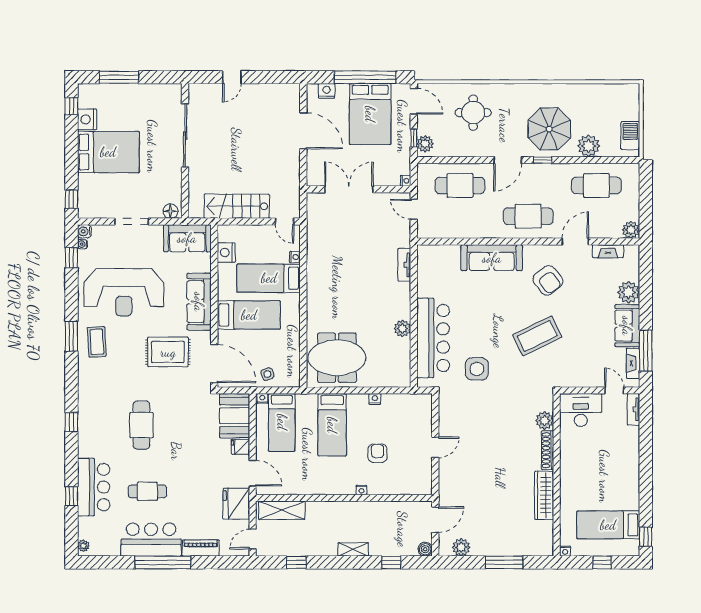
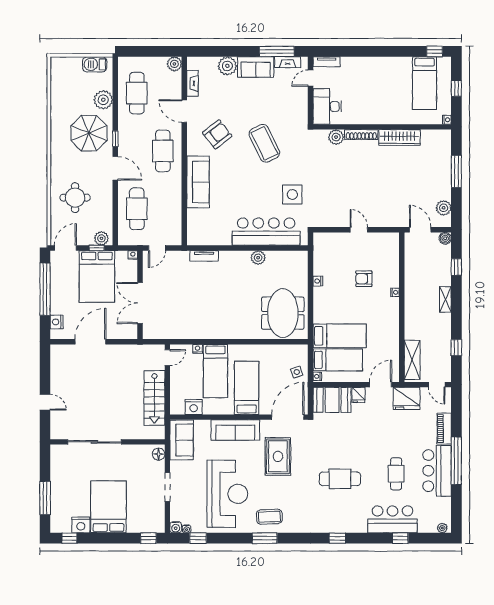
bed: (370, 114) -> (97, 276), moved, turned 90
bed: (332, 425) -> (340, 336), moved

